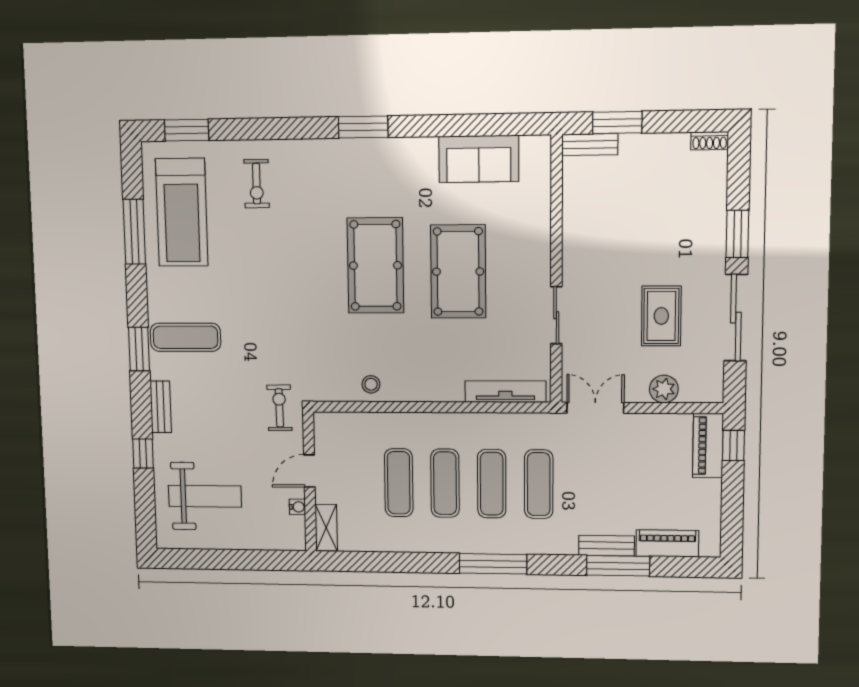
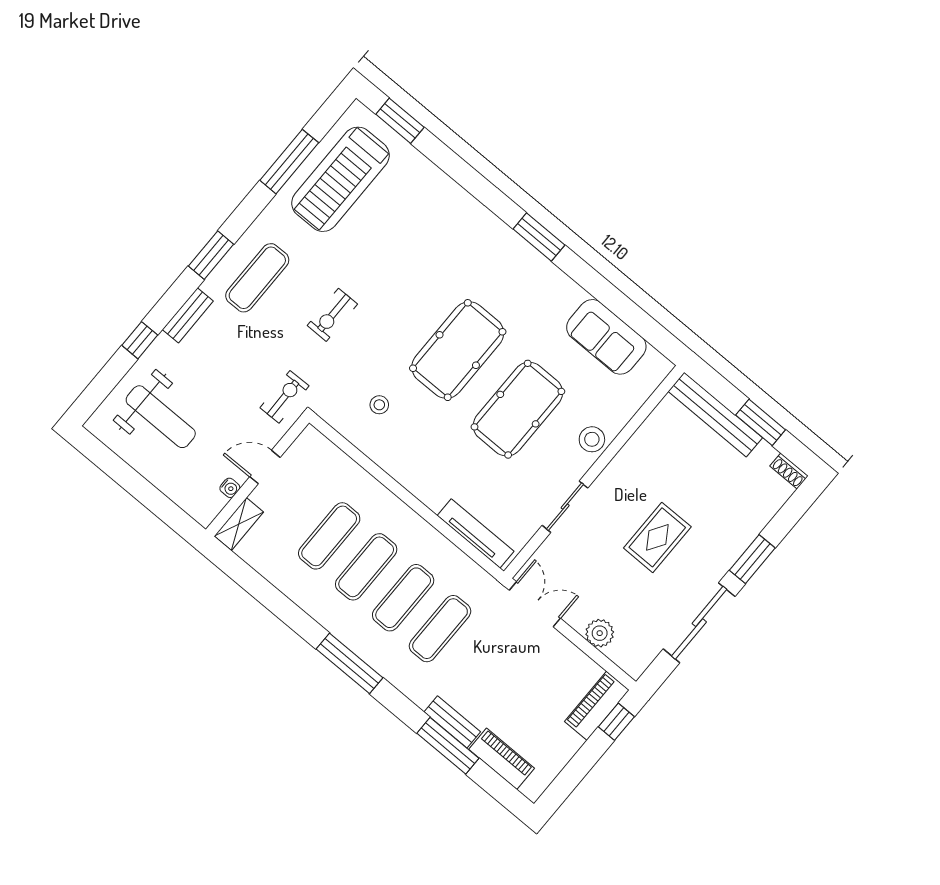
window: (617, 123) -> (761, 422), moved
bench: (590, 145) -> (715, 415), width x1.86, depth x1.21
exercise bike: (257, 184) -> (332, 315), moved
stool: (534, 247) -> (592, 439), added
rug: (661, 316) -> (657, 537), moved
exercise mat: (185, 337) -> (257, 278), turned 90
stool: (371, 384) -> (379, 405), moved

